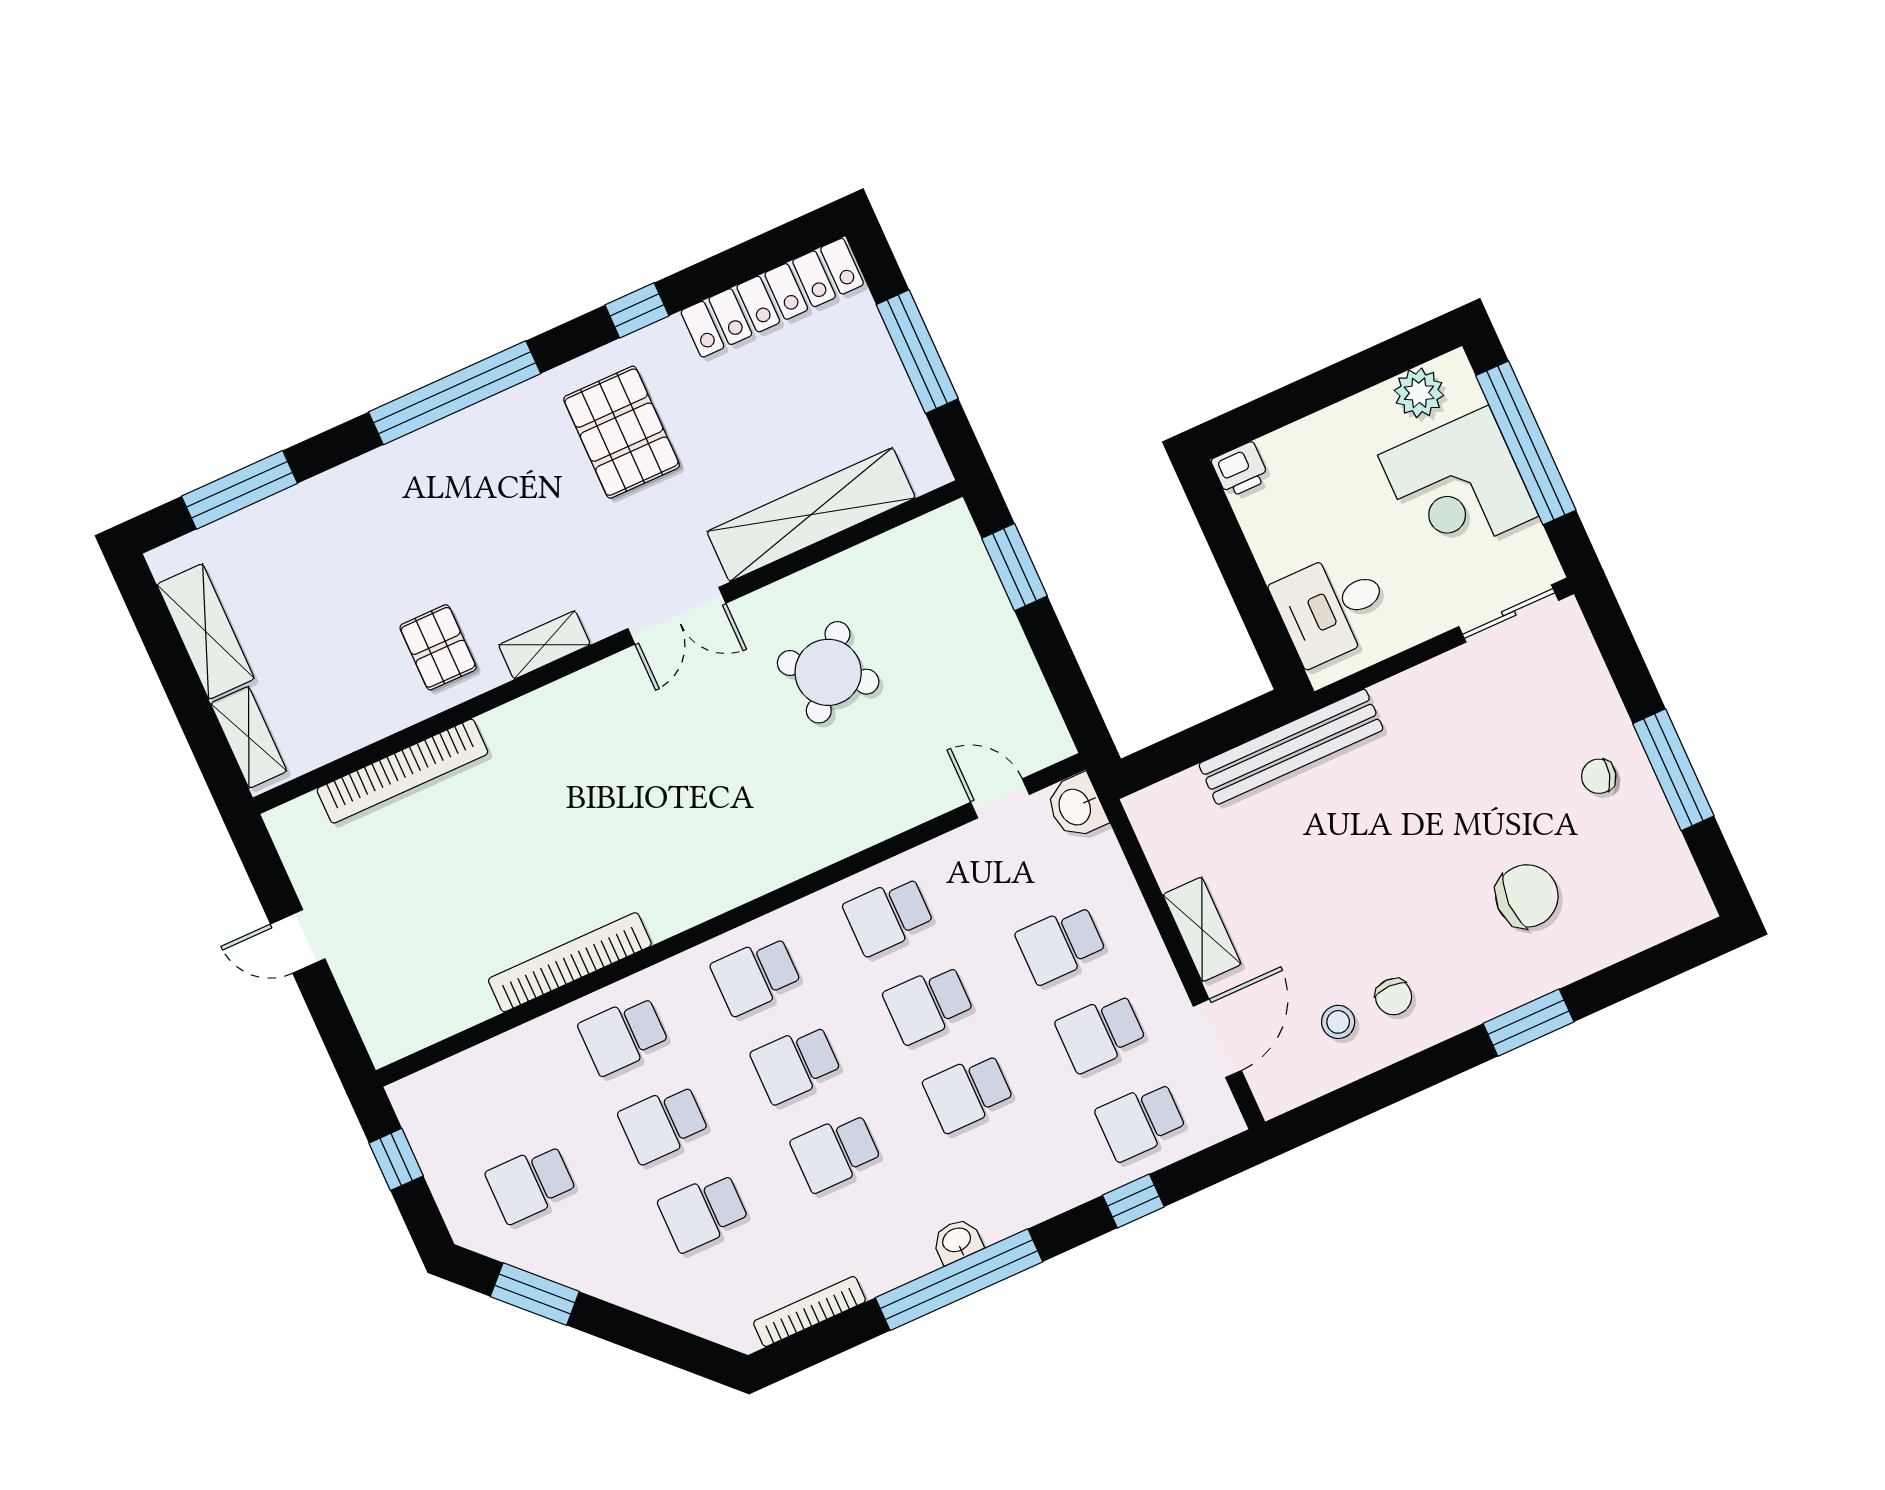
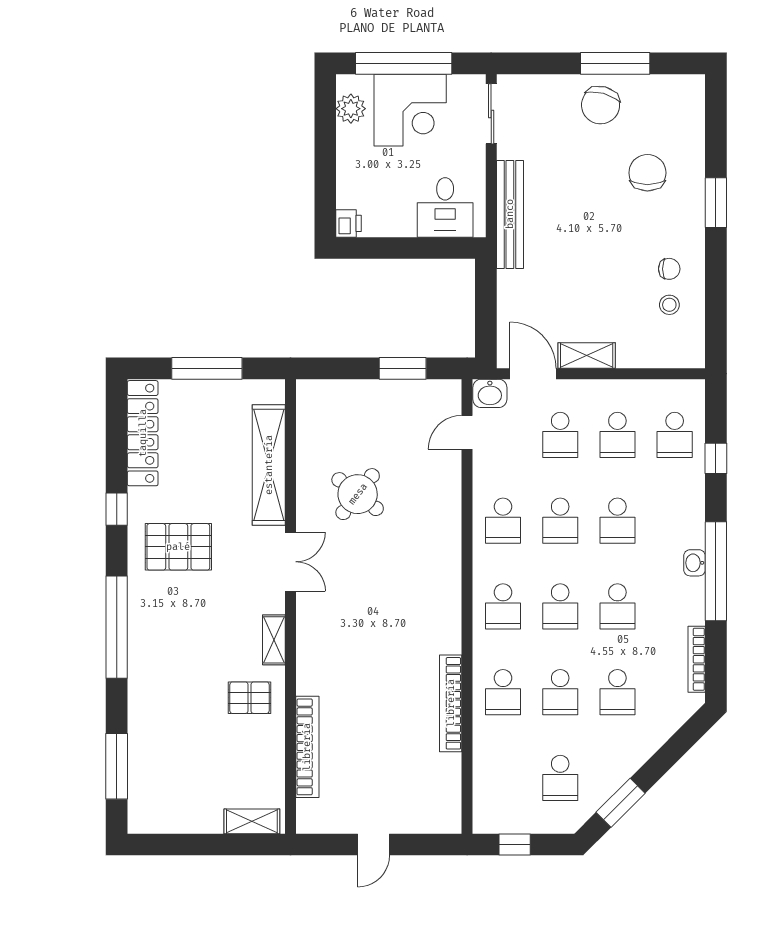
window: (1015, 567) -> (403, 368), moved
shelving: (206, 632) -> (185, 819), removed
bench: (1291, 747) -> (510, 214), moved
chair: (1599, 776) -> (601, 105), width x1.87, depth x1.87
door: (1217, 1038) -> (533, 374), moved

